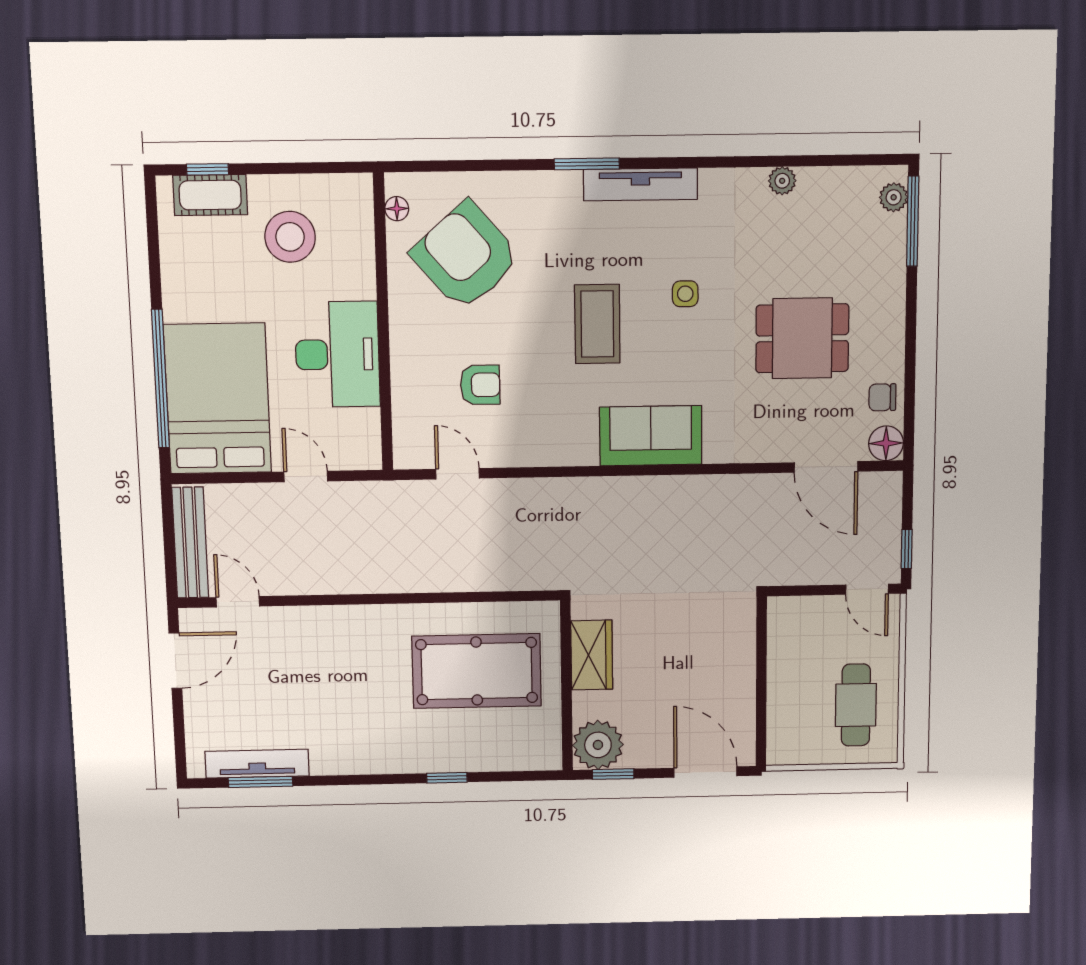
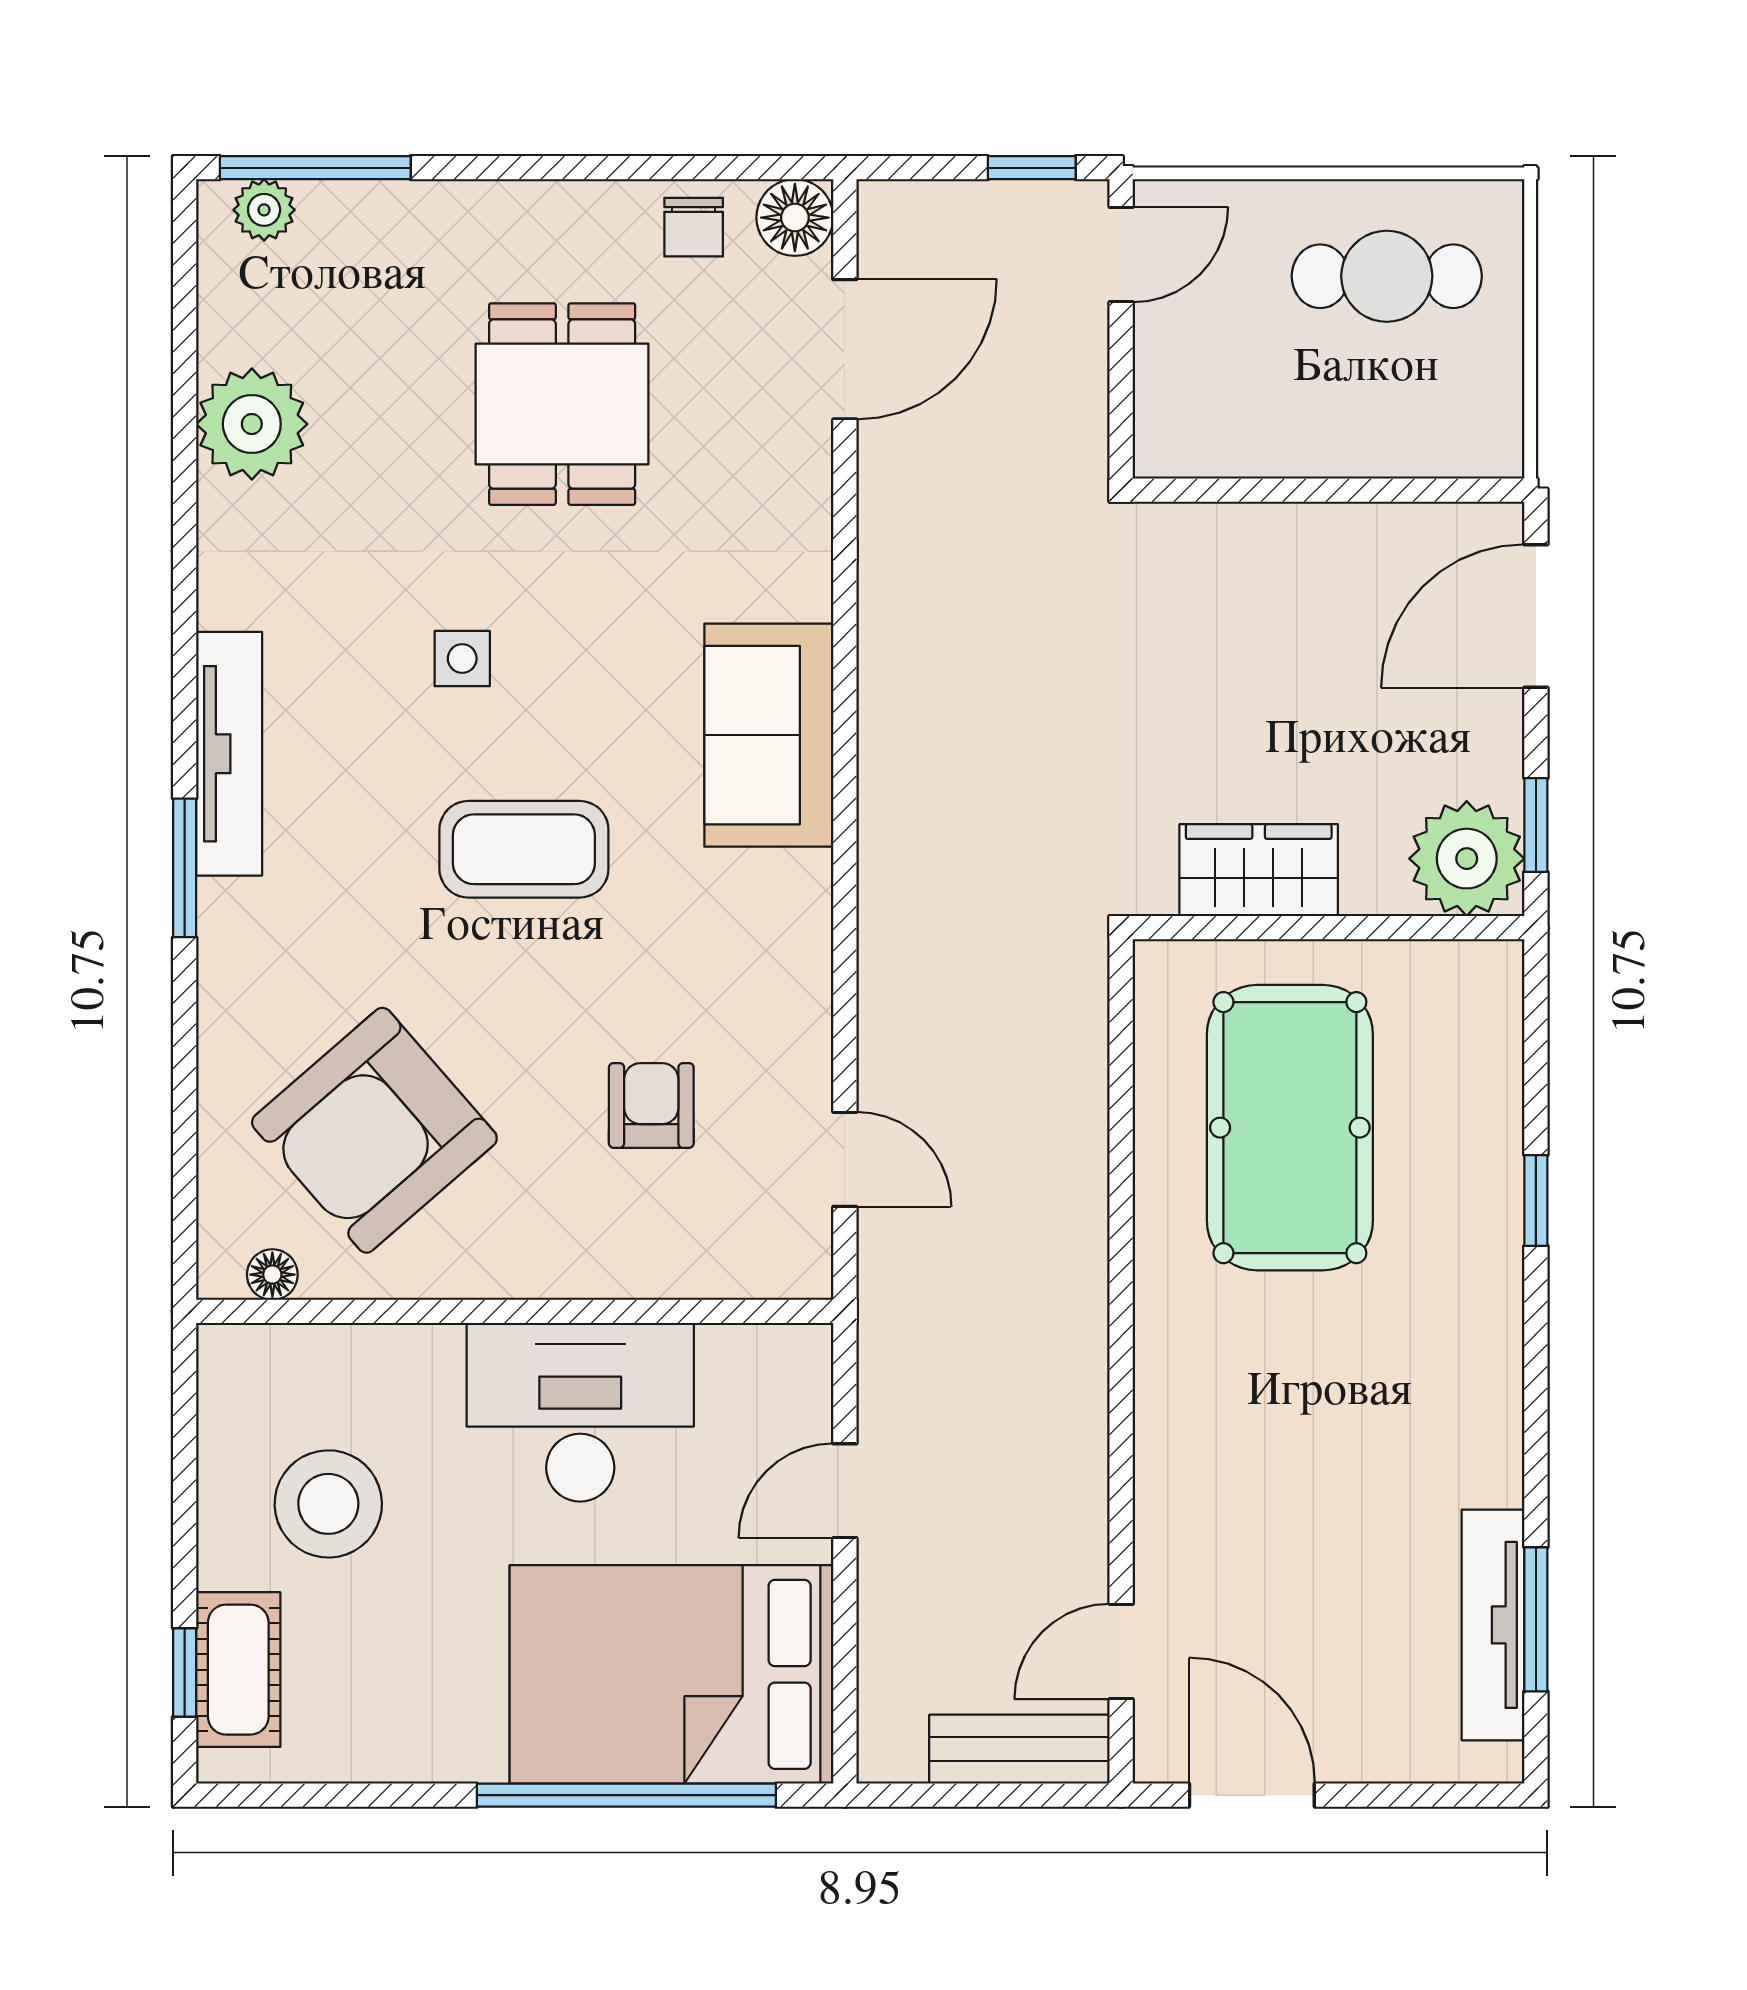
plant: (782, 181) -> (252, 424), width x1.88, depth x1.88
door: (457, 474) -> (845, 1159), swing flipped
bench: (190, 543) -> (1019, 1749), width x0.73

